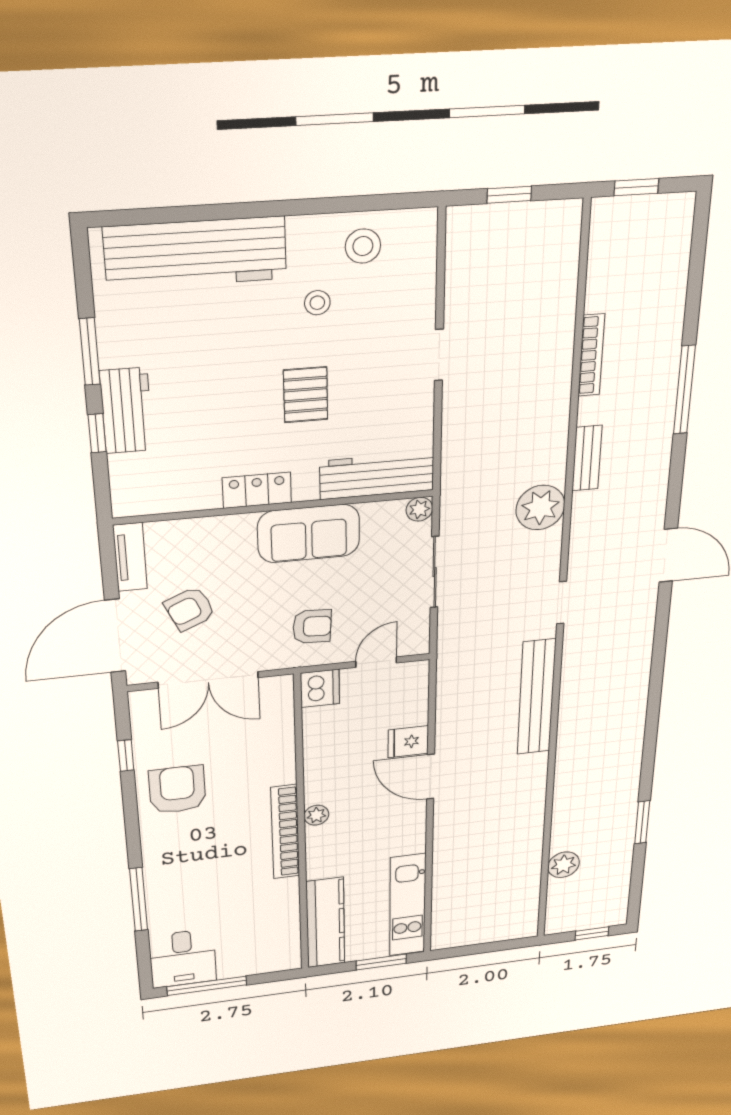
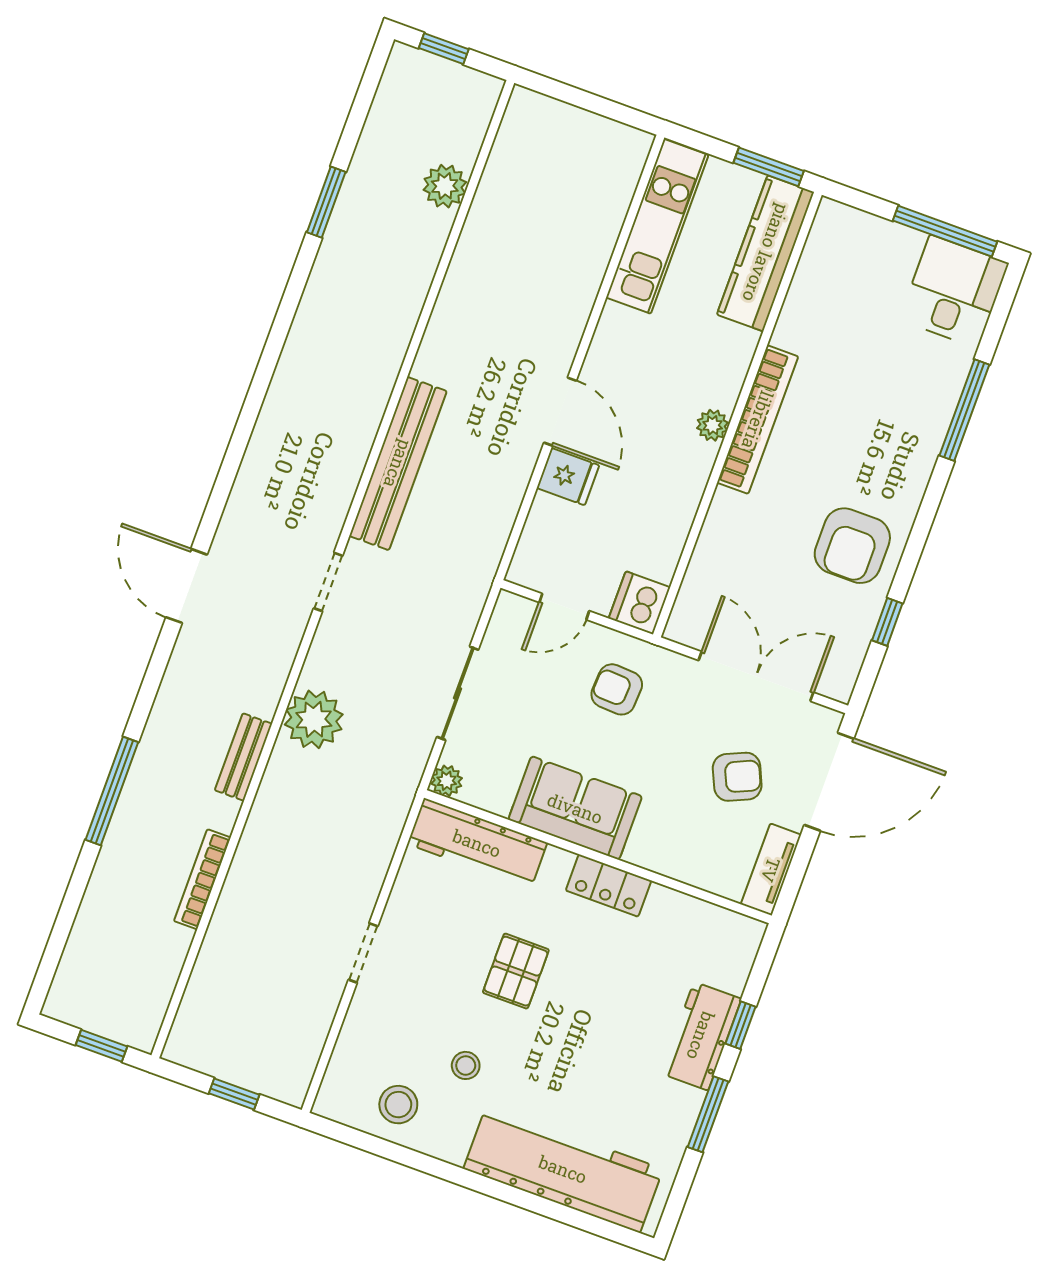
window: (381, 962) -> (769, 167), moved

